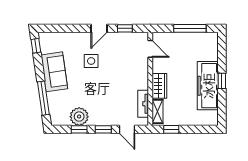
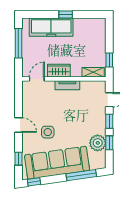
window: (125, 28) -> (18, 159), moved
sofa: (54, 72) -> (57, 163), width x1.85, depth x1.27
wardrobe: (159, 86) -> (59, 71), moved
freezer: (208, 86) -> (51, 27), moved
tv unit: (143, 104) -> (67, 85), moved

